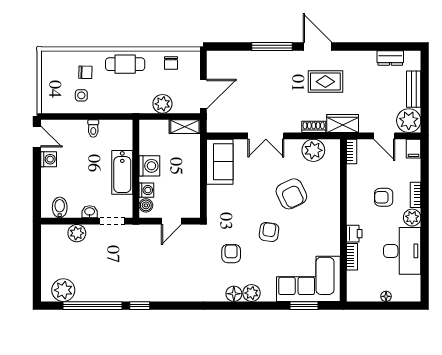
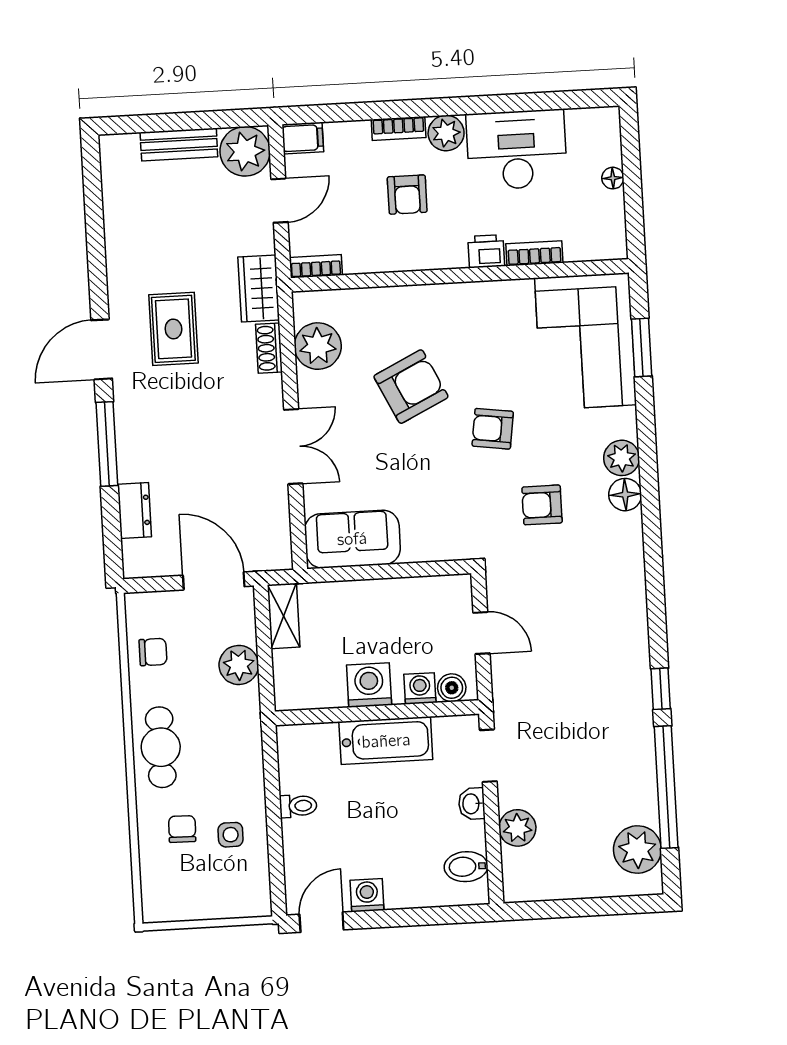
dresser: (390, 58) -> (134, 510), moved

